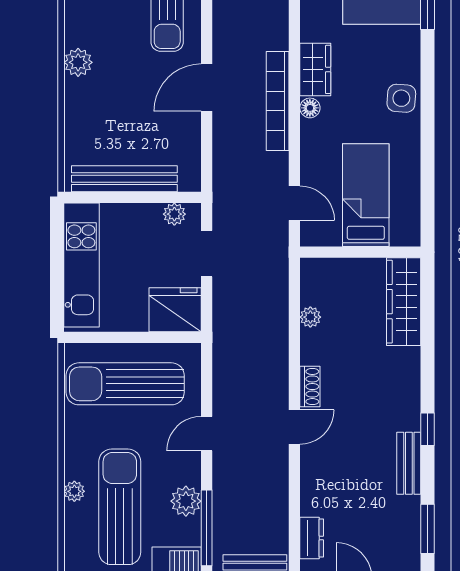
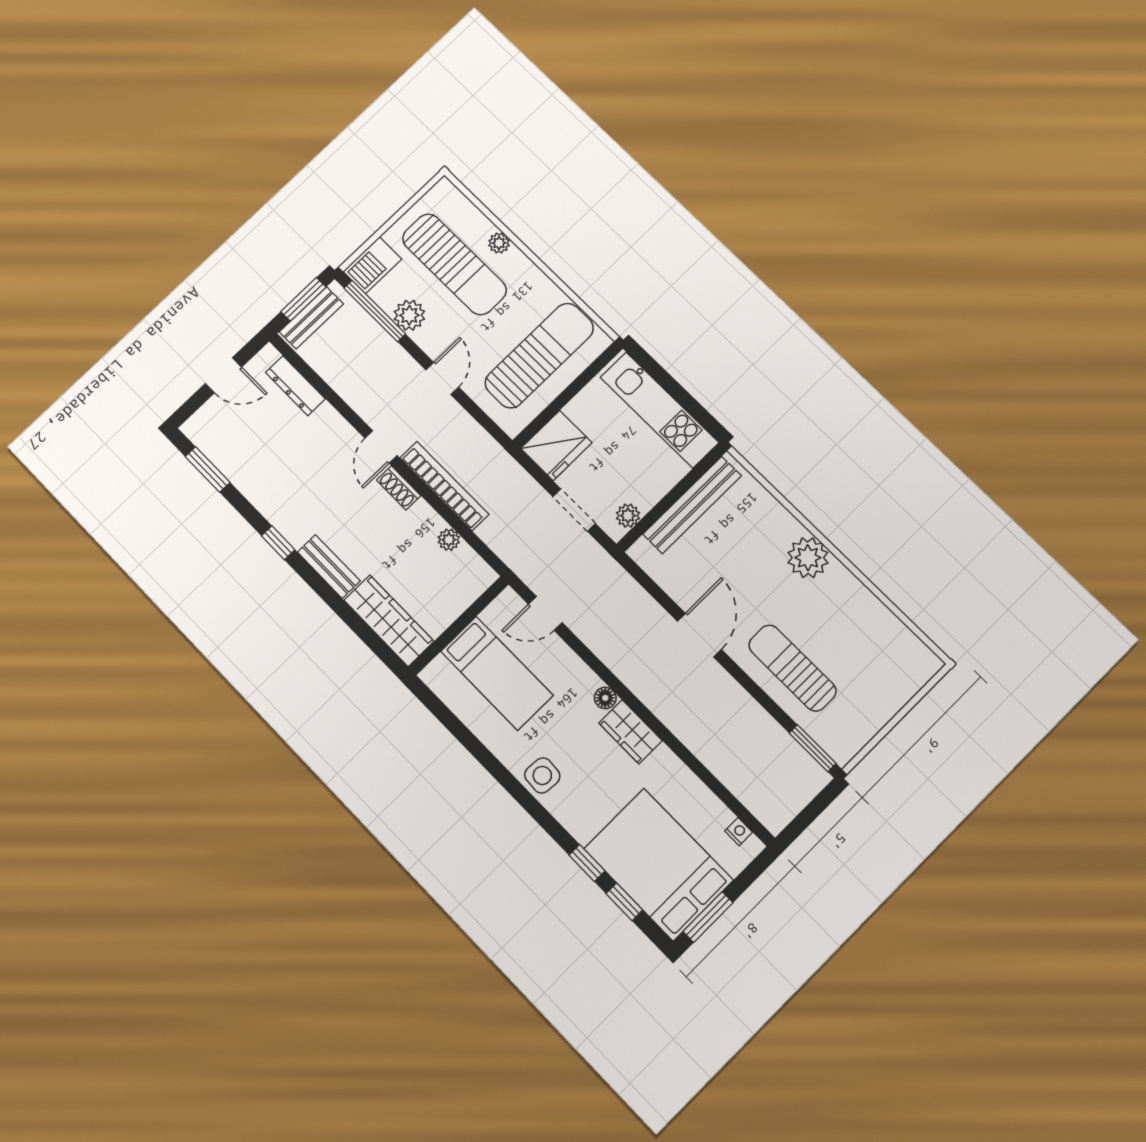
plant: (78, 62) -> (808, 558), width x1.36, depth x1.36
bookcase: (278, 101) -> (444, 486), moved
bench: (409, 463) -> (329, 566), moved
dresser: (312, 538) -> (295, 386), width x1.44

